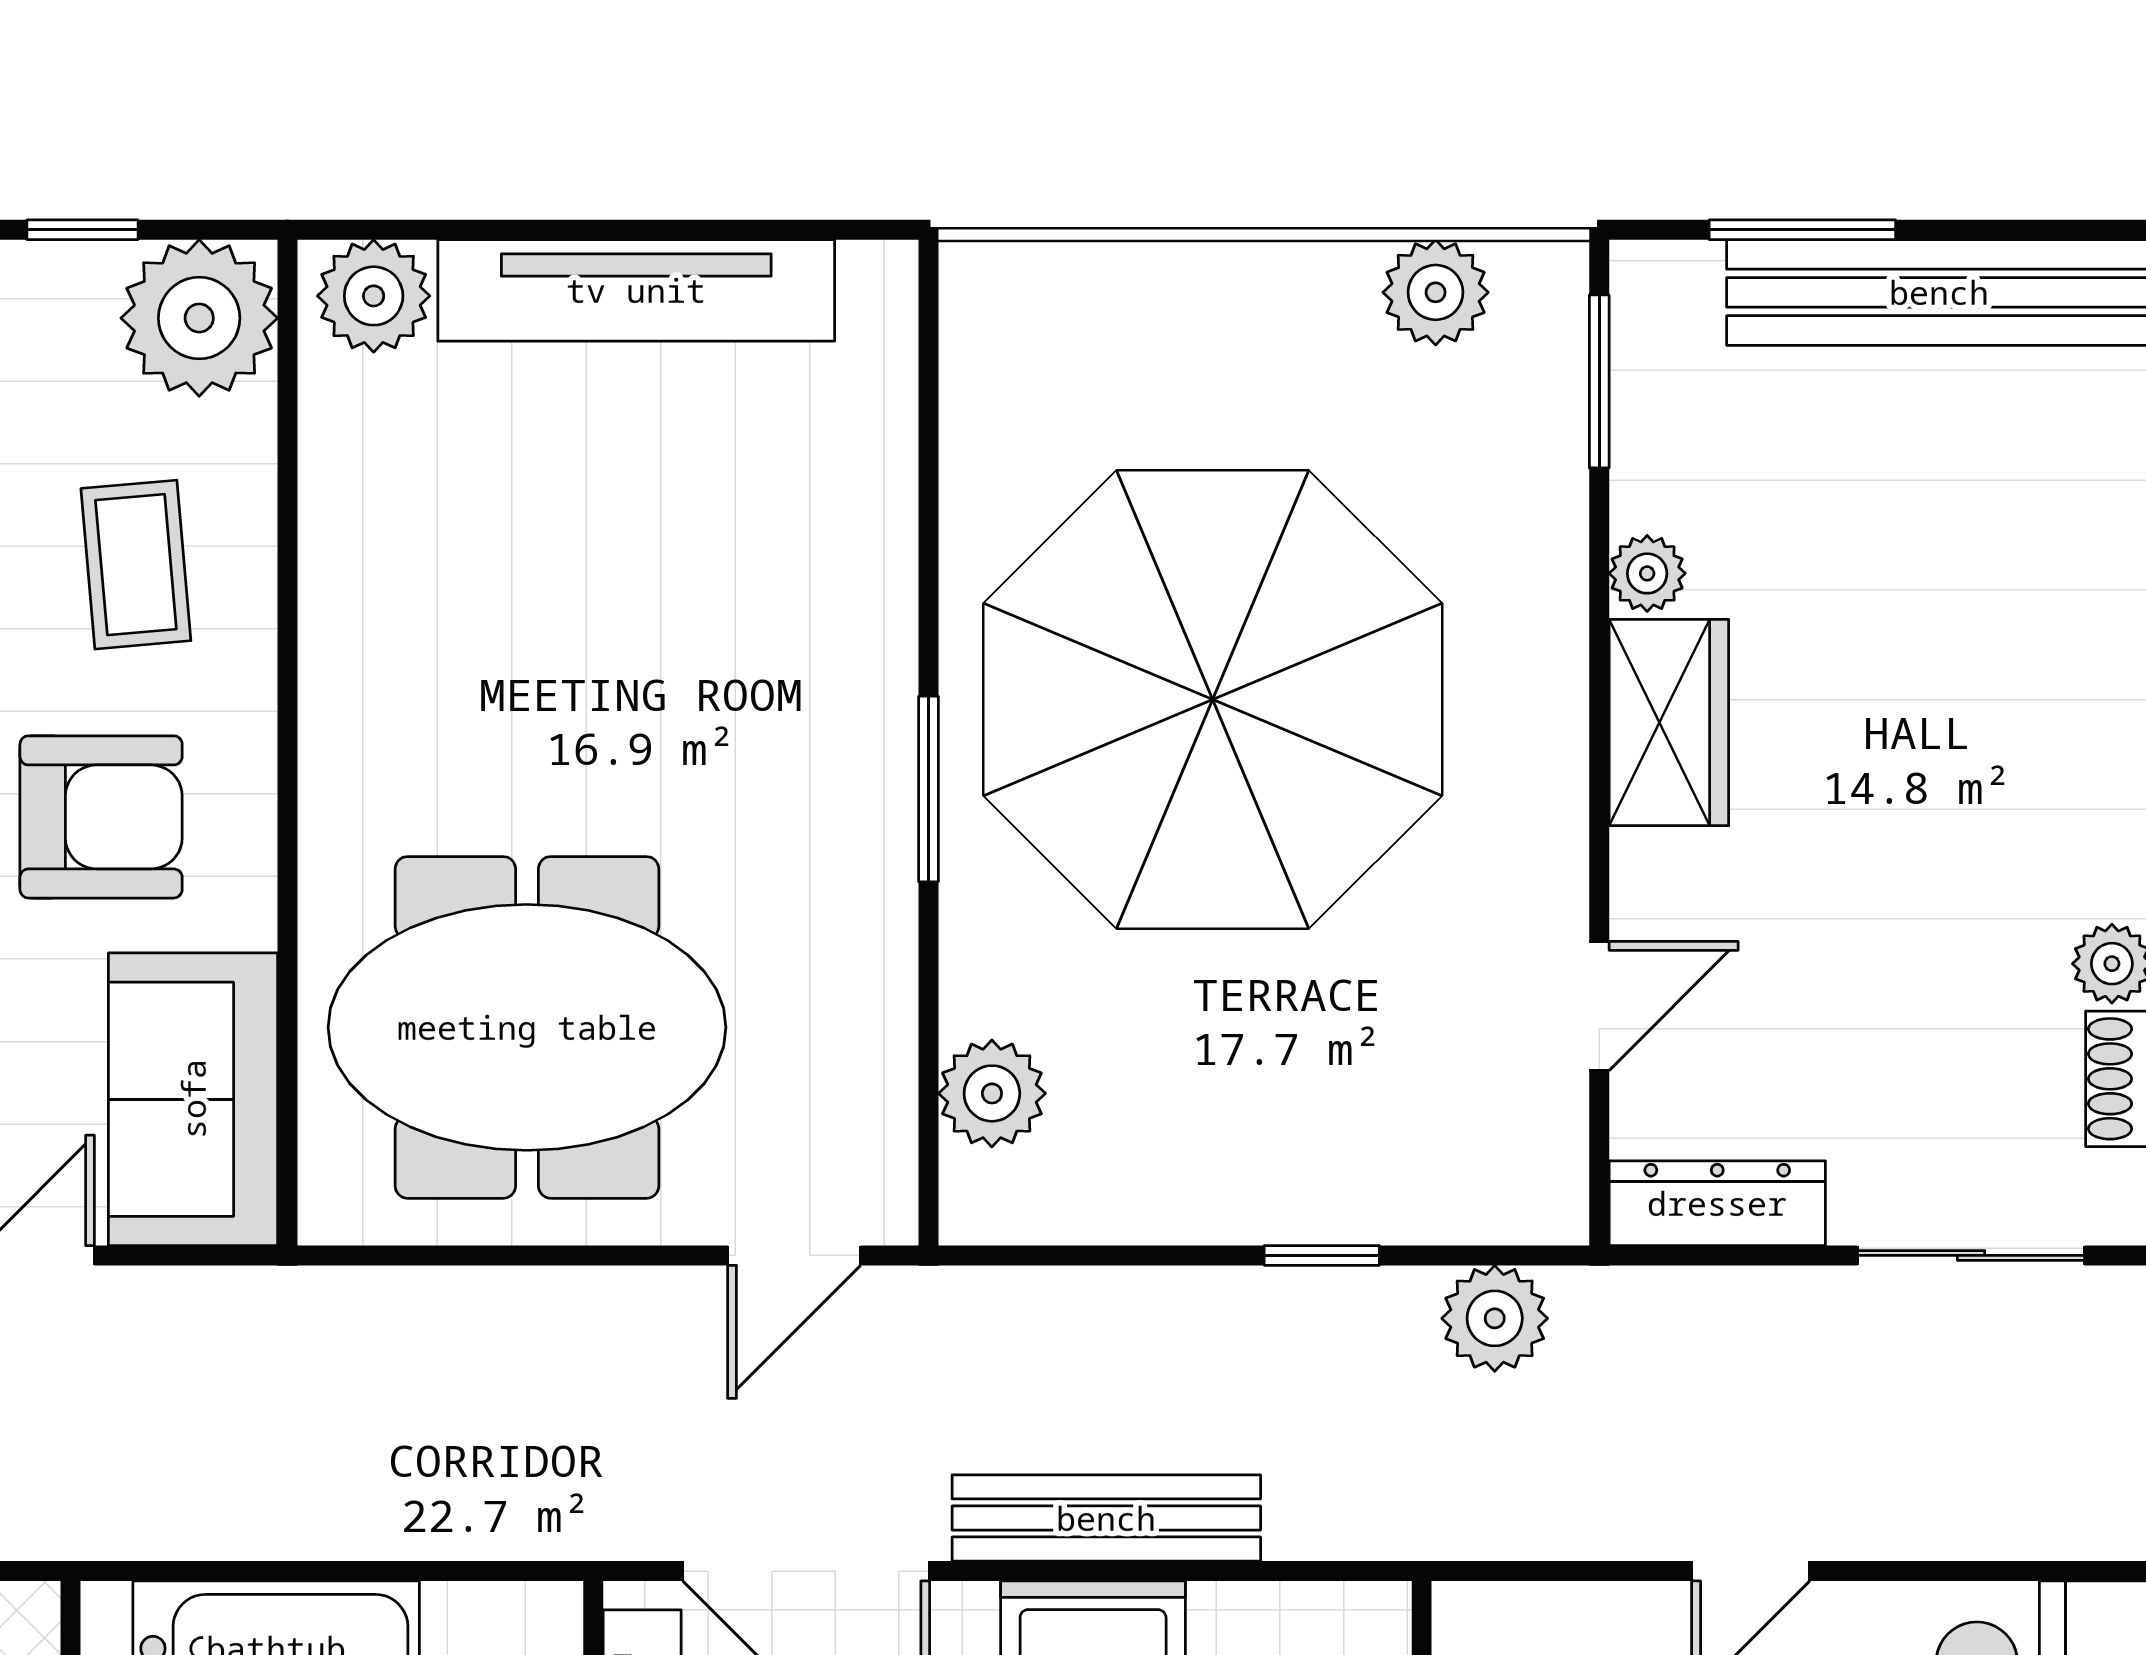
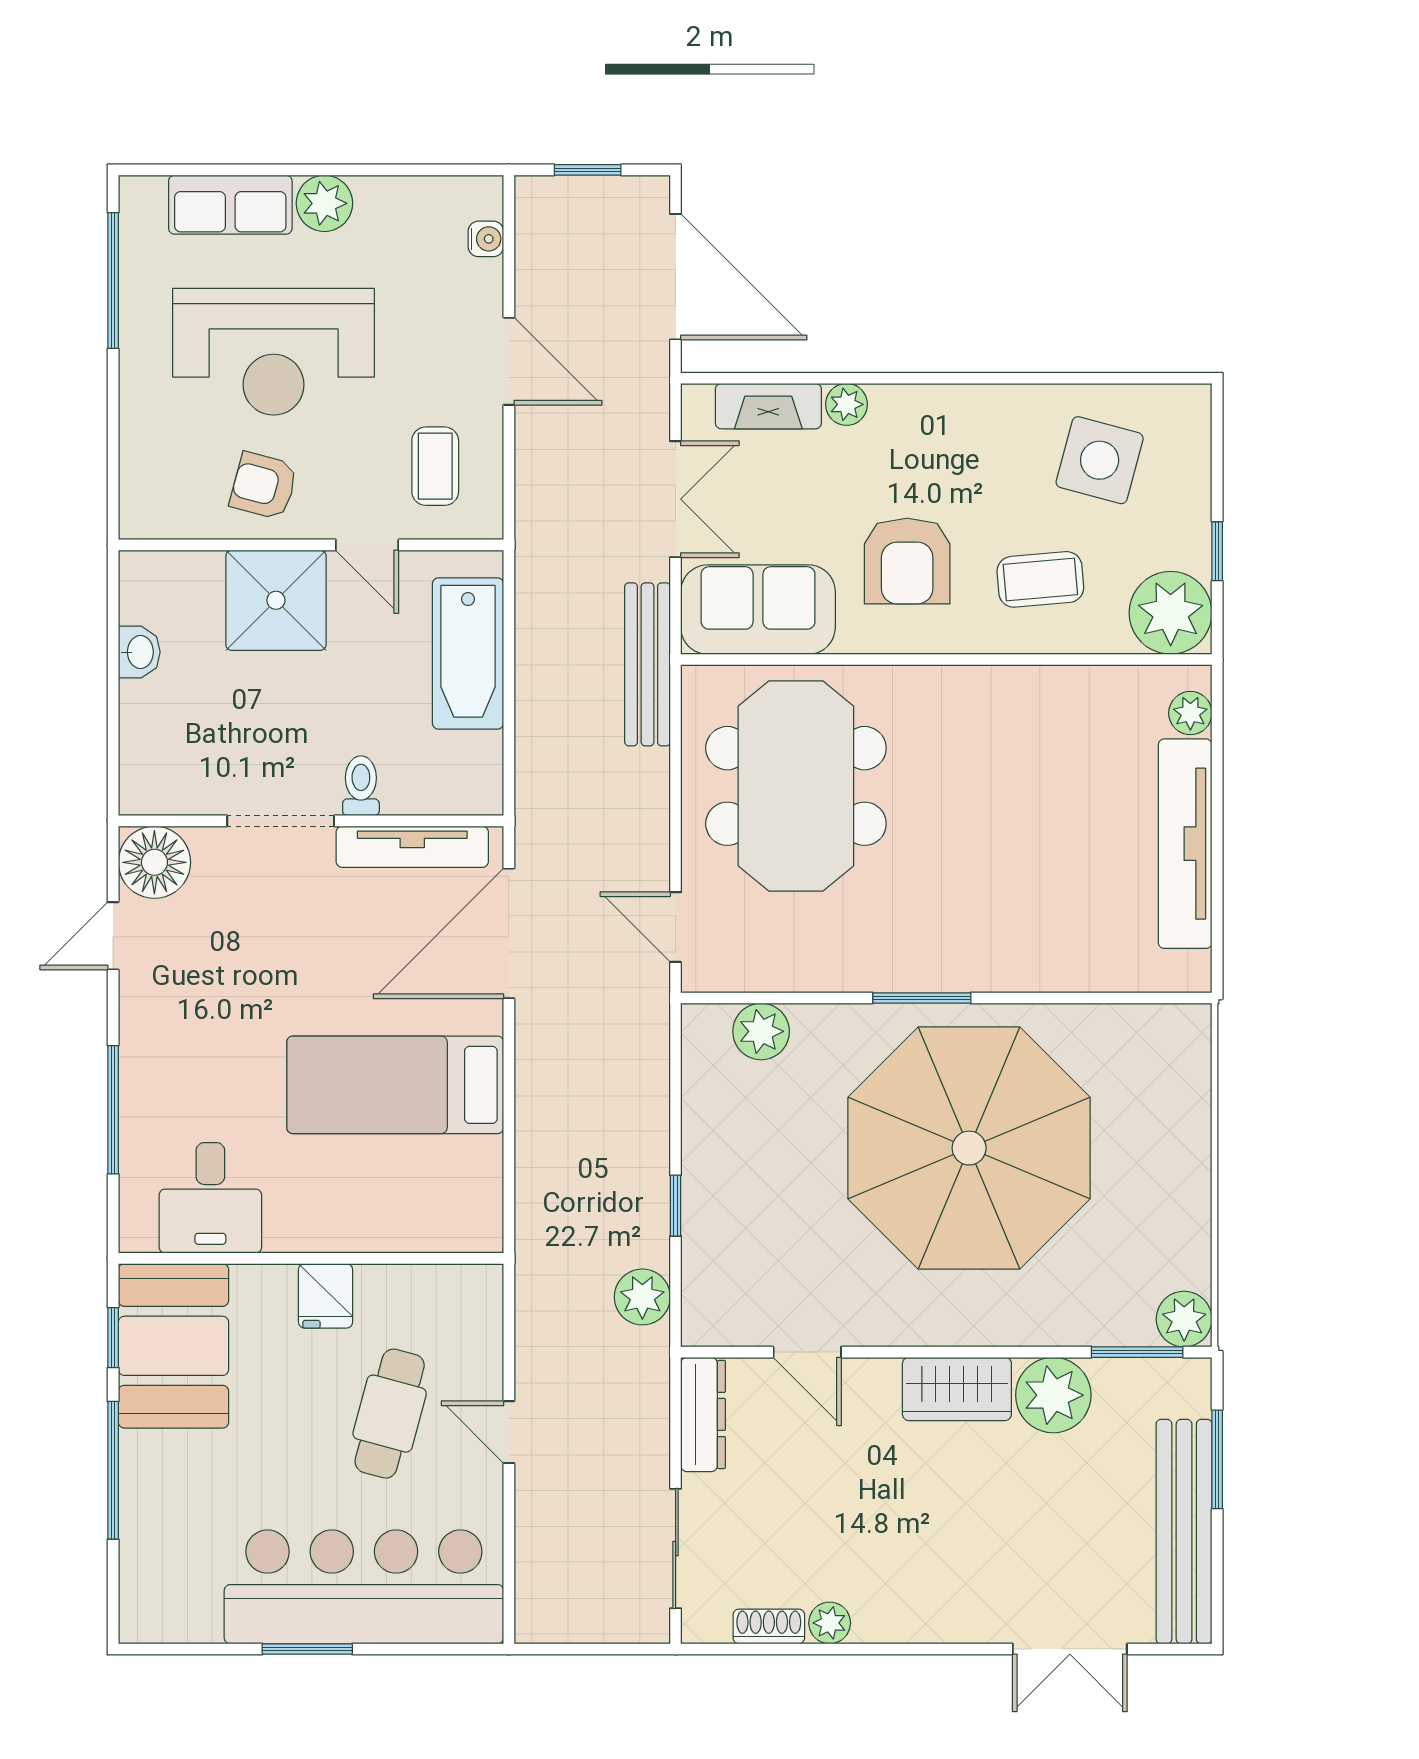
plant: (1436, 292) -> (1184, 1319), moved
plant: (374, 296) -> (1190, 713), width x0.73, depth x0.73
plant: (1647, 573) -> (1053, 1395), width x1.88, depth x1.88
bench: (1106, 1518) -> (648, 664), moved

